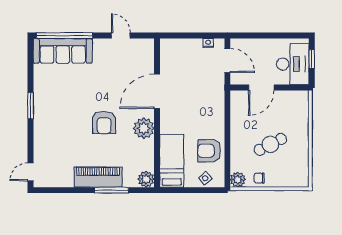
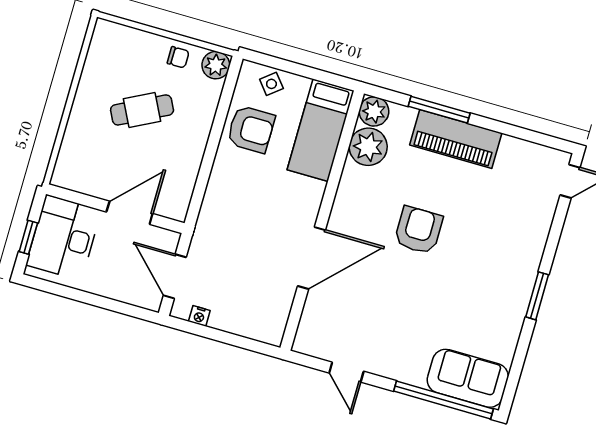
sofa: (63, 51) -> (468, 378), width x0.73
plant: (144, 128) -> (368, 147), moved

